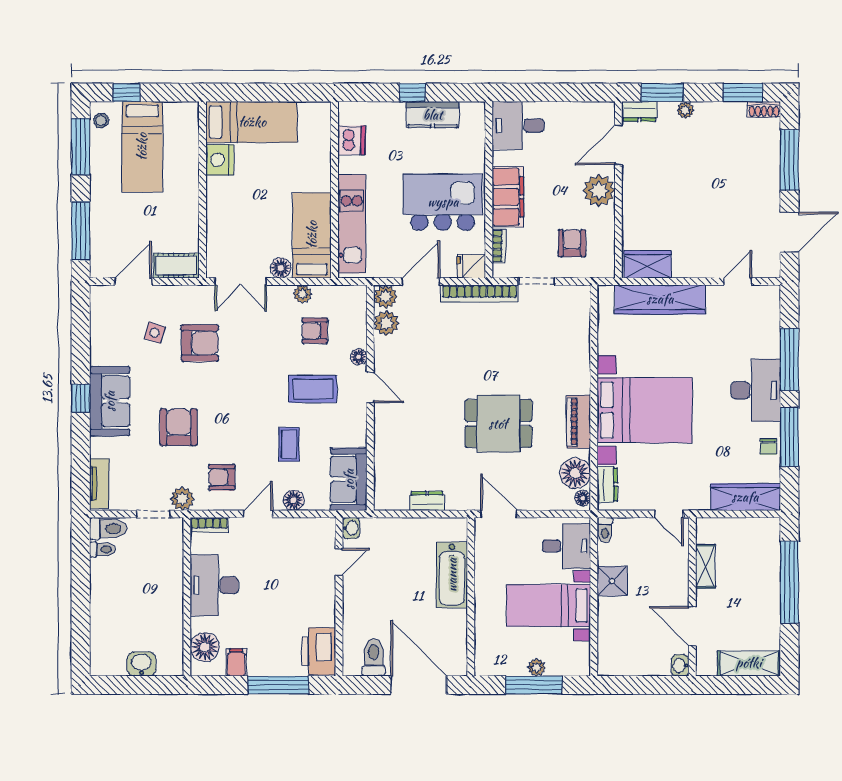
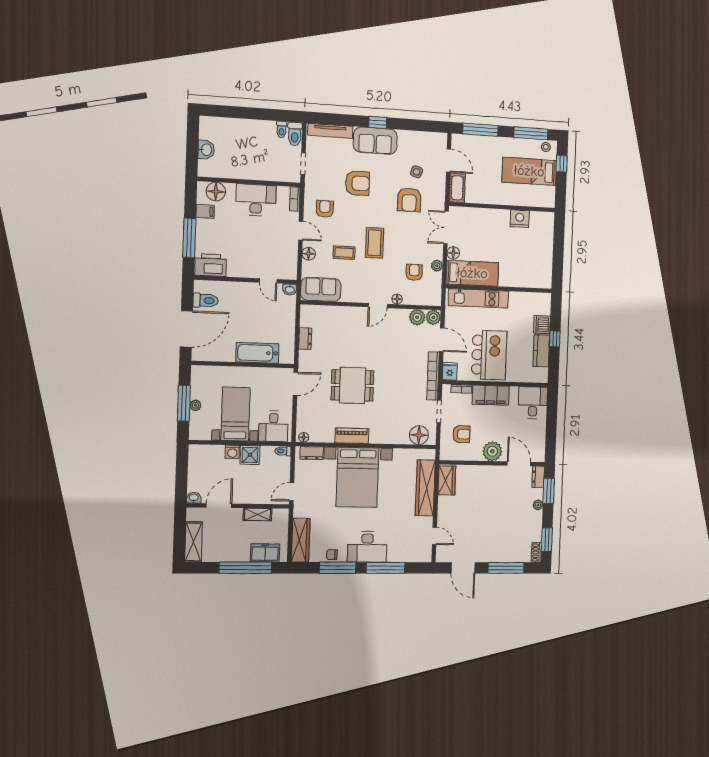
bed: (252, 122) -> (541, 240), removed
dishwasher: (351, 140) -> (542, 325), moved, turned 90
coffee table: (313, 389) -> (374, 243), moved
dining table: (498, 424) -> (352, 385), turned 90
floor lamp: (575, 473) -> (419, 435), moved
tv unit: (99, 483) -> (330, 131), width x1.41
plant: (182, 499) -> (312, 183), removed
freezer: (766, 552) -> (265, 553), added
washing machine: (608, 608) -> (232, 452), added

